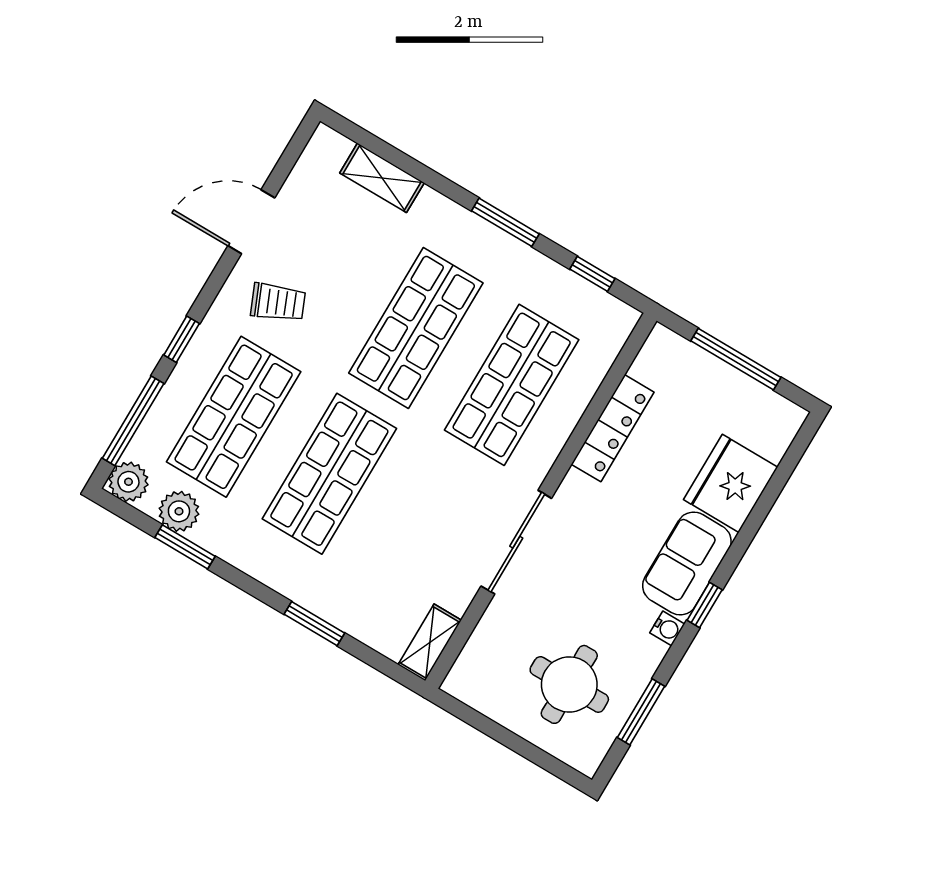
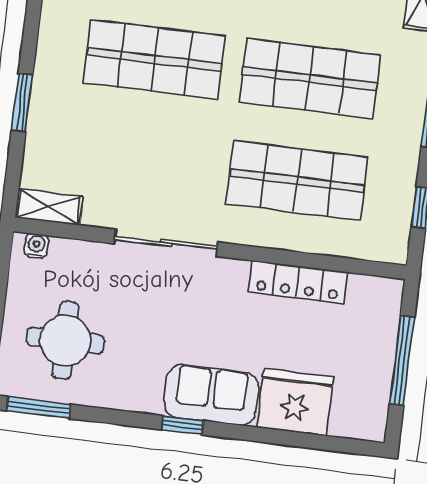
water cooler: (667, 628) -> (36, 246), moved, turned 180
window: (641, 712) -> (39, 408), moved

